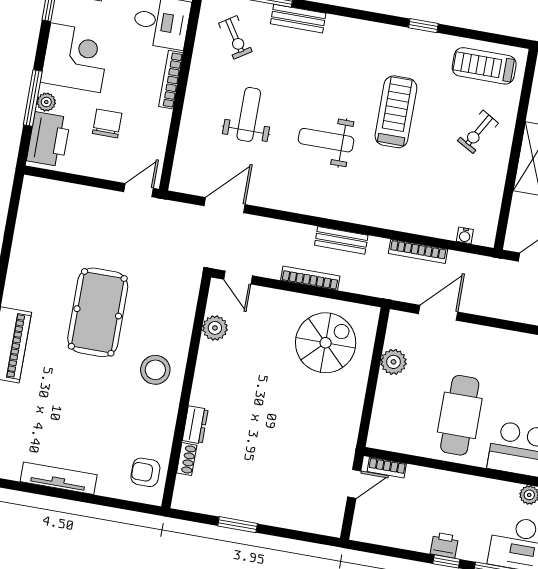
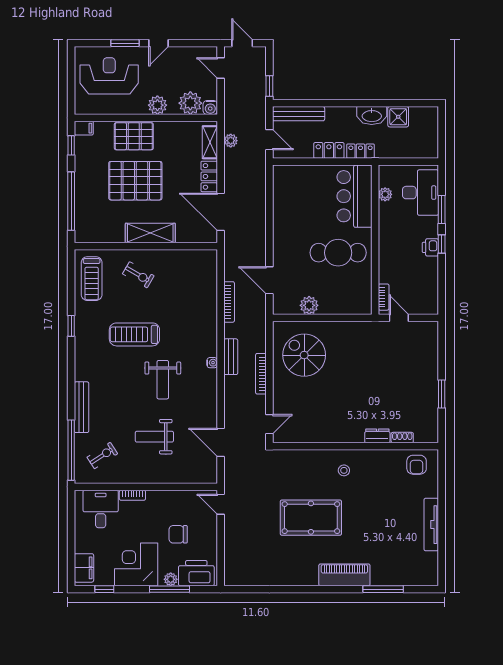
bench: (298, 19) -> (81, 407), width x1.36
bookcase: (171, 80) -> (132, 495), width x0.64
water cooler: (465, 235) -> (212, 363), moved
plant: (215, 328) -> (307, 434), removed
stool: (155, 370) -> (344, 470), width x0.53, depth x0.53

